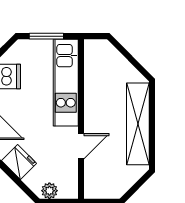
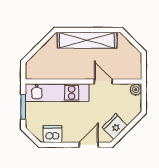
plant: (49, 191) -> (136, 90), moved

